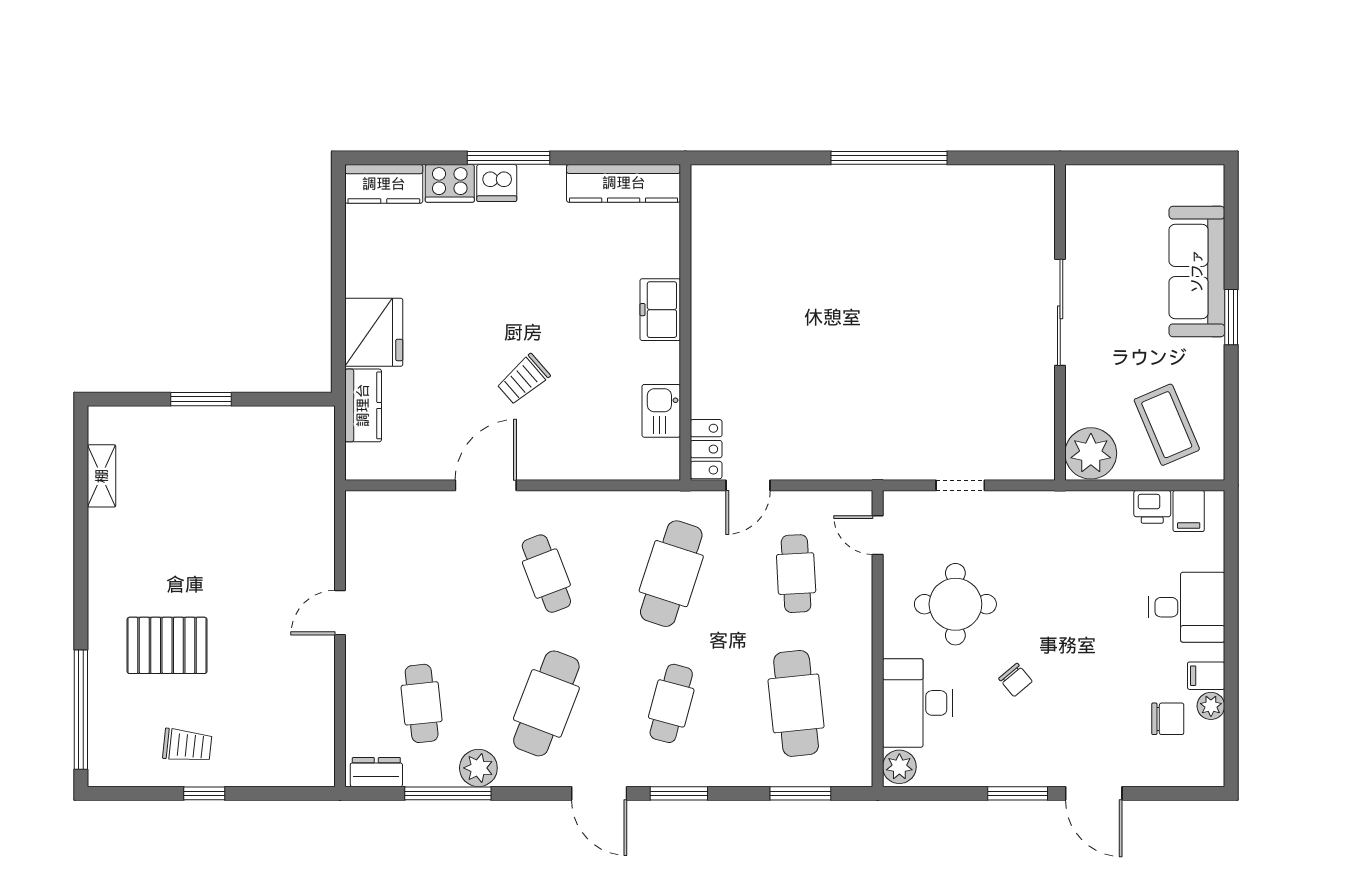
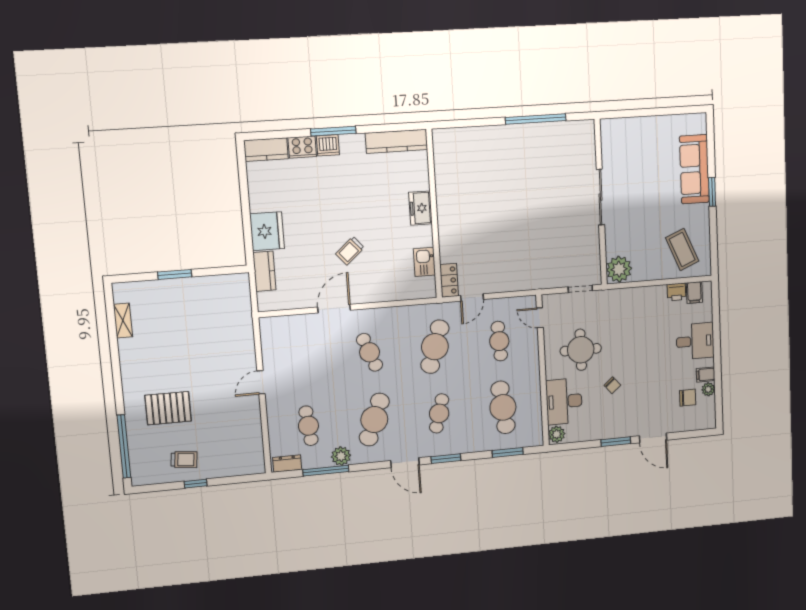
sliding door: (1060, 312) -> (600, 197), moved
wall: (1060, 322) -> (601, 202), moved
plant: (1091, 453) -> (619, 269), moved

